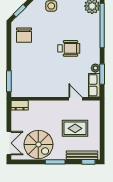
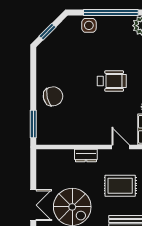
chair: (24, 35) -> (53, 96), moved, turned -104
dresser: (20, 105) -> (86, 155), moved

